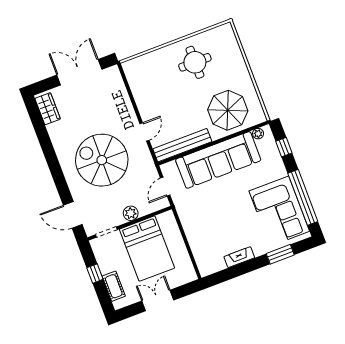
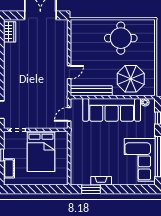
round table: (195, 62) -> (121, 38), width x1.36, depth x1.36
spiral stairs: (102, 160) -> (33, 80), removed
plant: (131, 213) -> (39, 123), removed
window: (280, 254) -> (91, 189), moved
double door: (158, 301) -> (35, 189), removed

